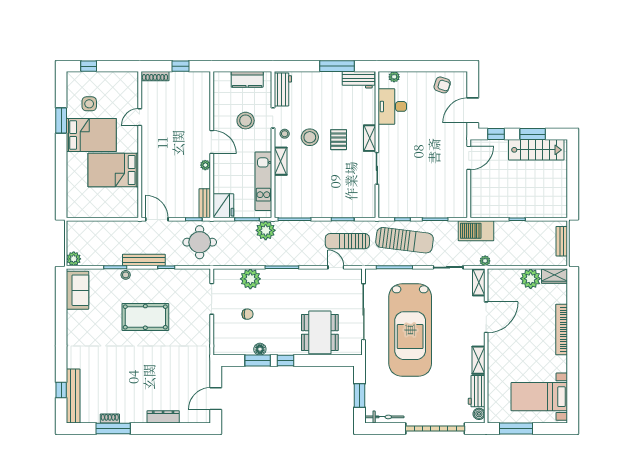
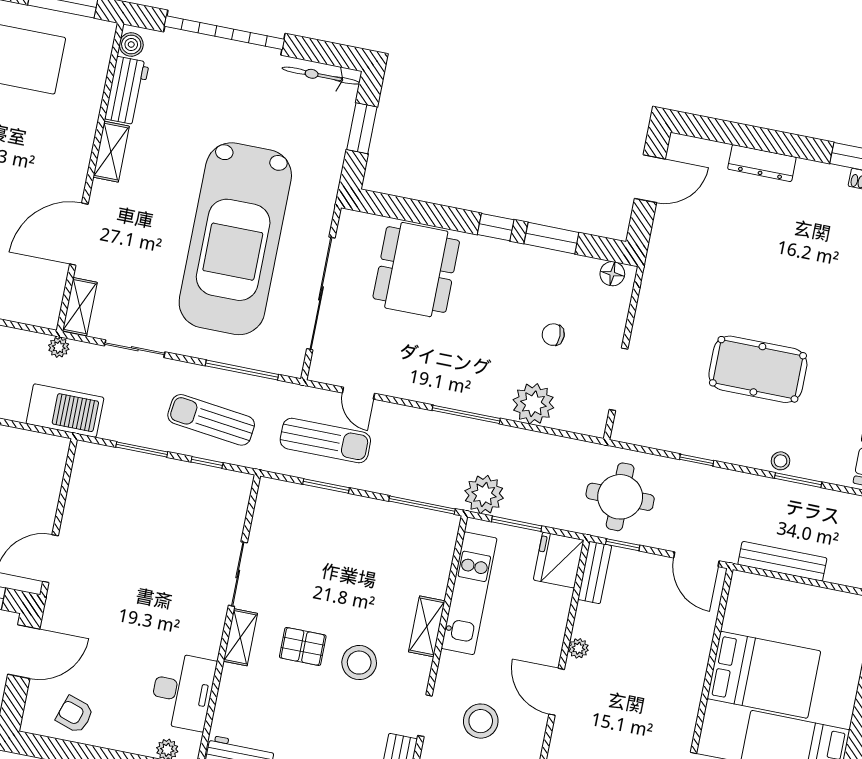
stool: (285, 134) -> (408, 679), removed
pallet: (339, 140) -> (303, 646), turned 90
sun lounger: (404, 240) -> (211, 420), width x0.73, depth x0.75
bench: (144, 260) -> (782, 561), moved
car: (410, 330) -> (235, 239), turned 180
floor lamp: (260, 349) -> (612, 274), moved

